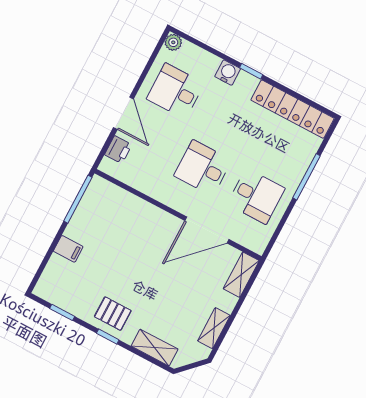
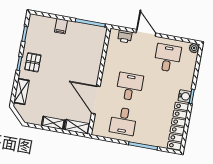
water cooler: (228, 73) -> (185, 96), moved
door: (123, 113) -> (146, 33), swing flipped
shelving: (214, 328) -> (53, 123), moved

